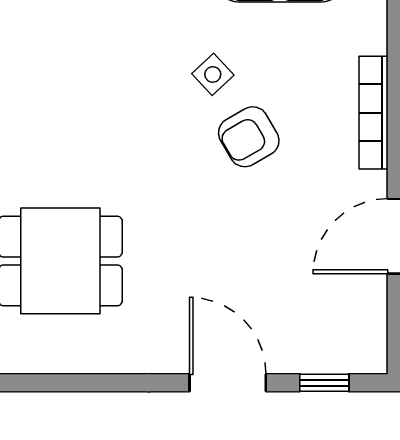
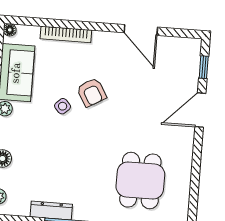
bookcase: (373, 113) -> (66, 34), moved

